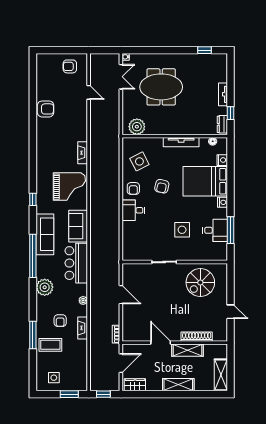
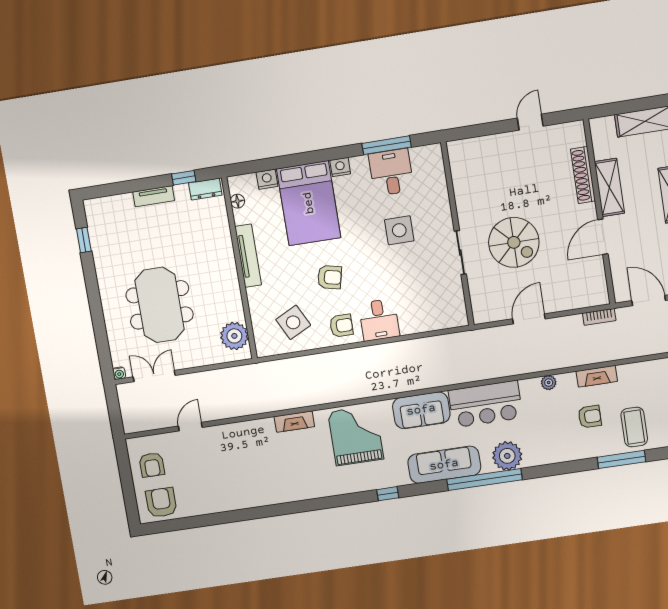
armchair: (46, 109) -> (161, 503), moved
spiral stairs: (200, 283) -> (514, 242), moved
plant: (45, 287) -> (507, 456), moved

